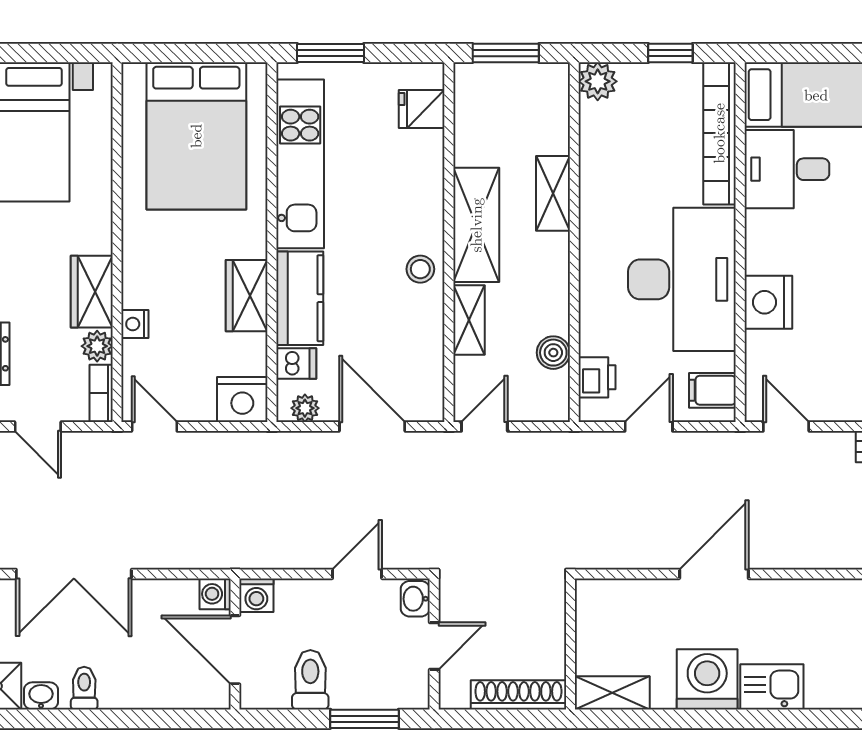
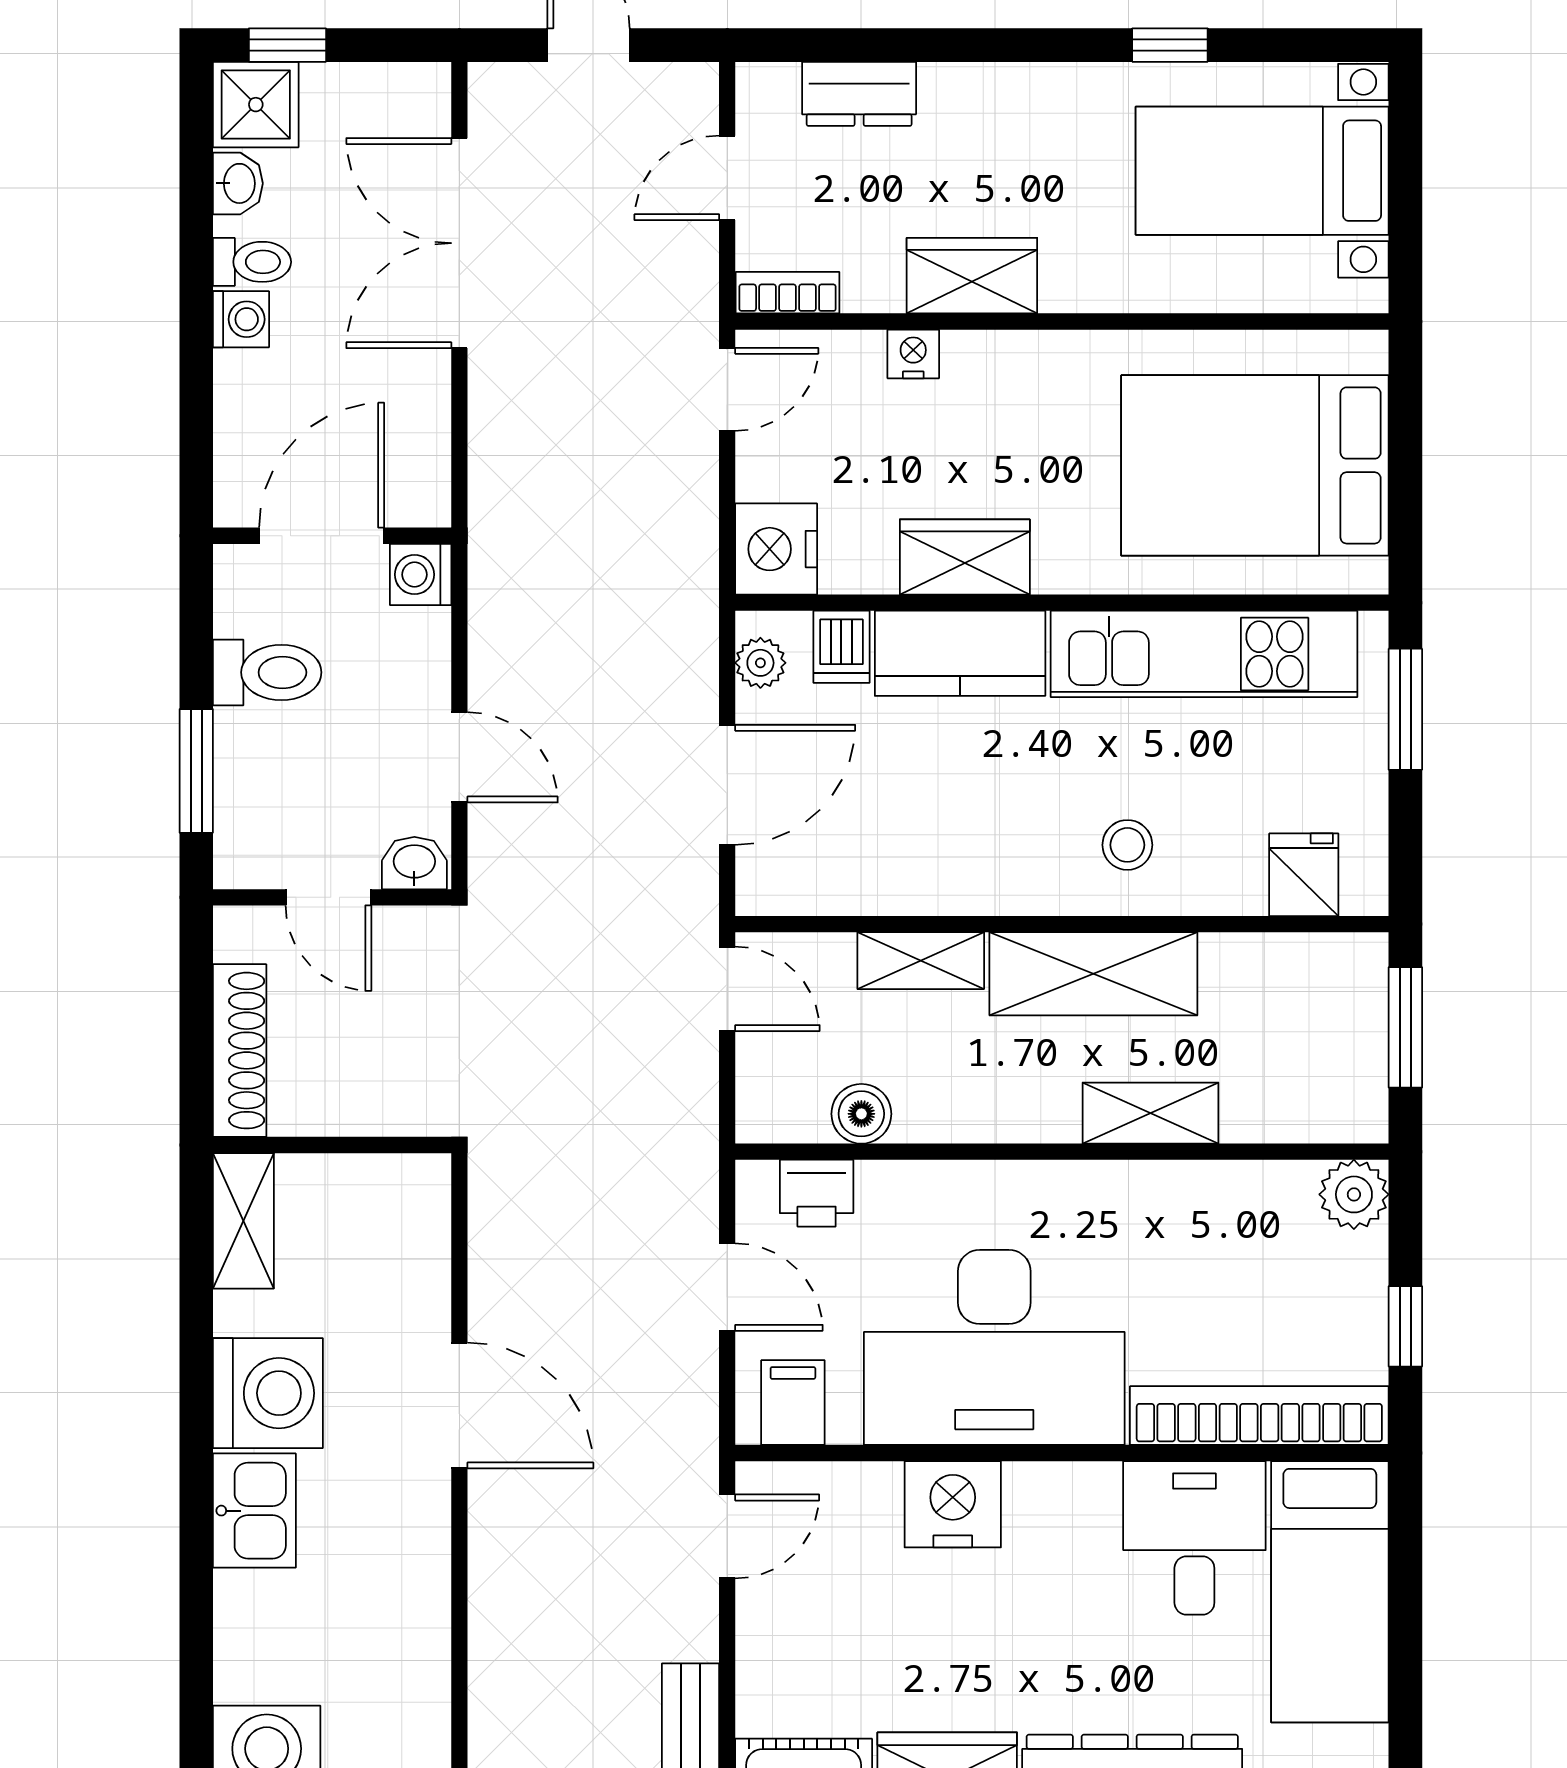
stool: (420, 269) -> (1127, 845), moved
plant: (97, 346) -> (873, 285), removed
washing machine: (215, 594) -> (241, 319), moved, turned 90

